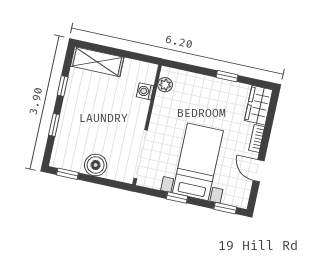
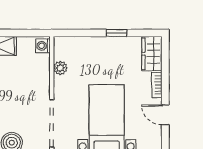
plant: (165, 85) -> (60, 68), moved
washing machine: (145, 91) -> (43, 46), moved

